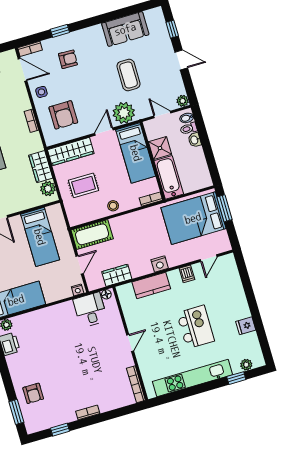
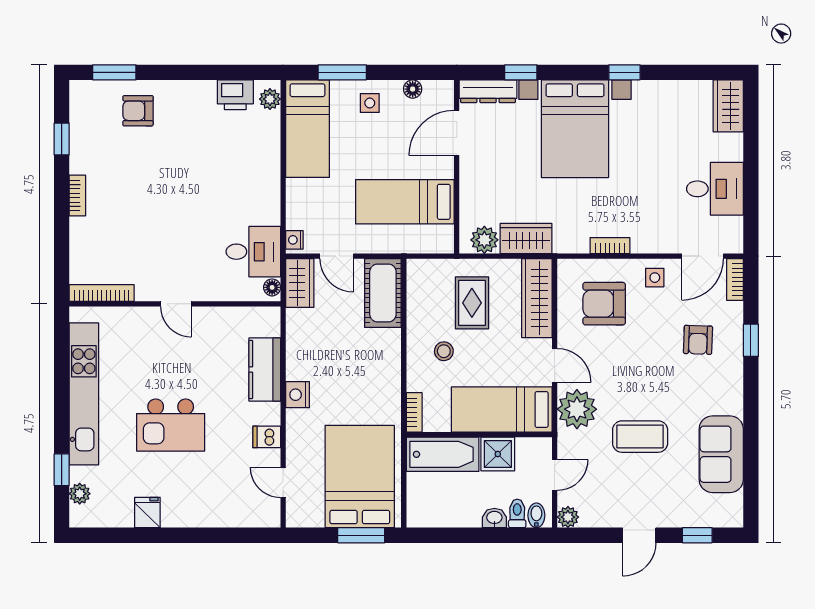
stool: (113, 206) -> (444, 351), moved
wardrobe: (117, 275) -> (300, 283), moved

